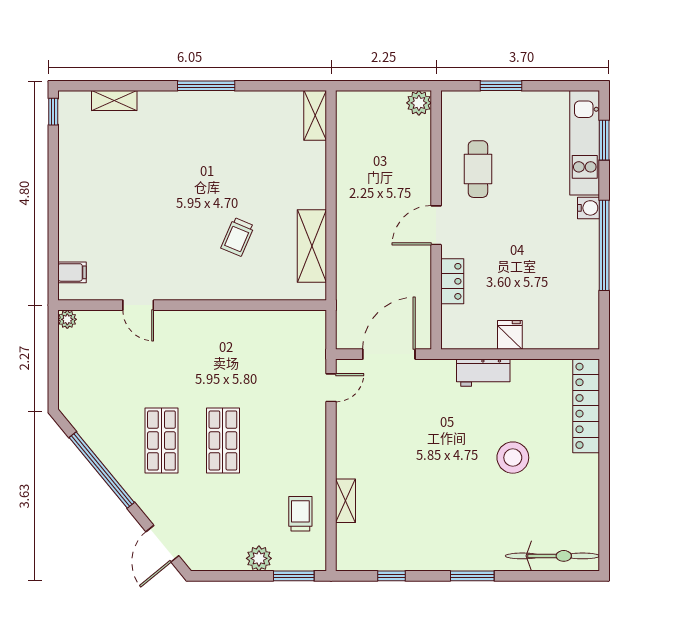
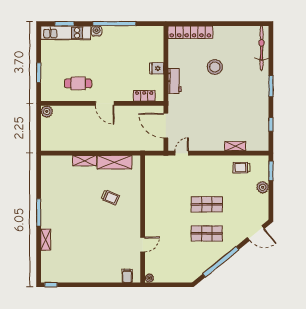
shelving: (114, 101) -> (46, 240), moved
shelving: (315, 115) -> (85, 161), moved
locker: (452, 281) -> (144, 96), moved
door: (331, 388) -> (182, 153), hinge flipped

